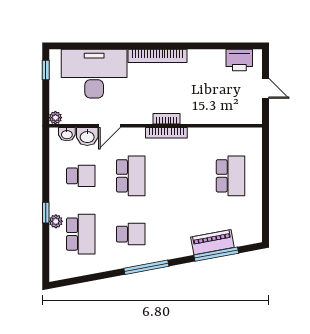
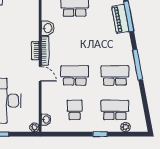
door: (110, 126) -> (40, 74), moved
washbasin: (87, 137) -> (48, 28), moved
plant: (56, 221) -> (126, 127), moved
school desk: (131, 234) -> (115, 75), width x1.85

